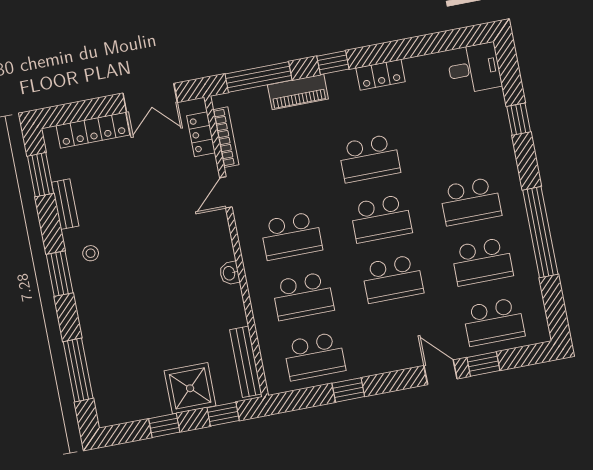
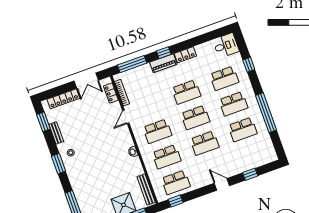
piano: (298, 92) -> (163, 63), moved
school desk: (494, 322) -> (224, 78), moved
door: (440, 372) -> (222, 184), moved
window: (348, 390) -> (176, 201), moved

